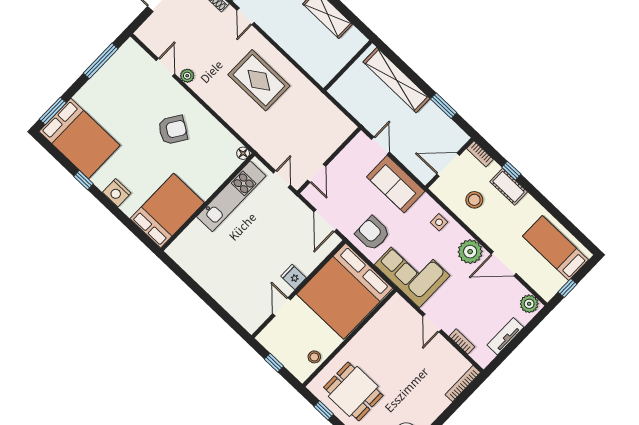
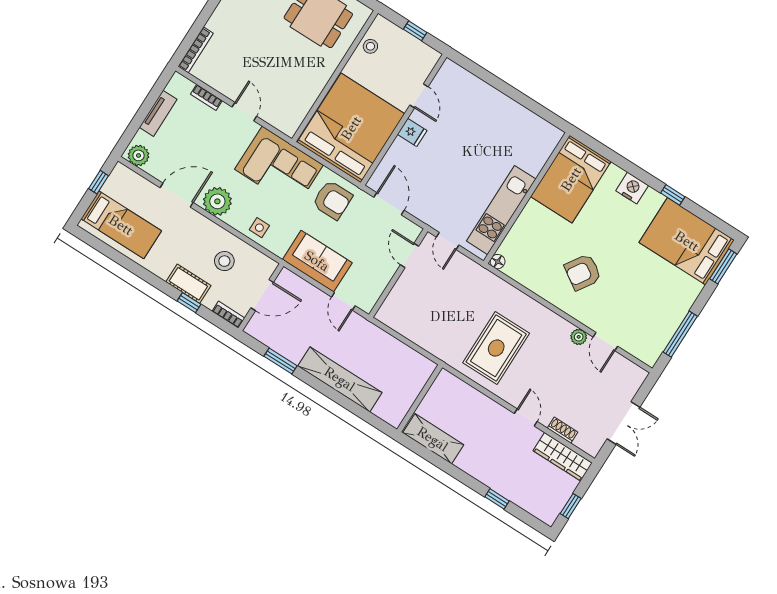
wall: (348, 66) -> (420, 398), moved
rug: (259, 80) -> (496, 348), turned 90

